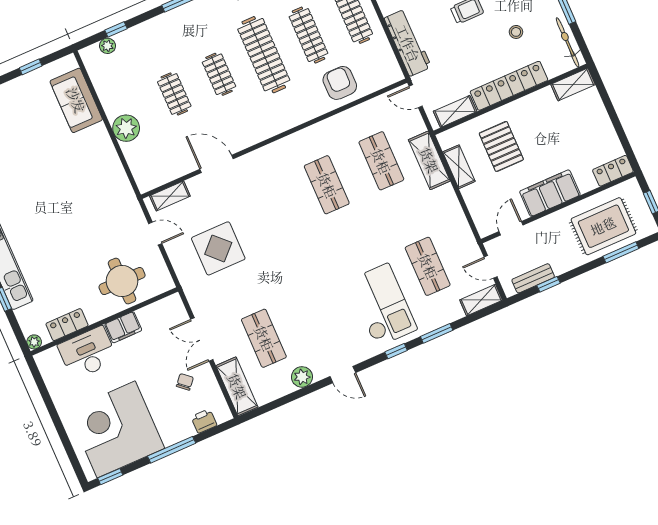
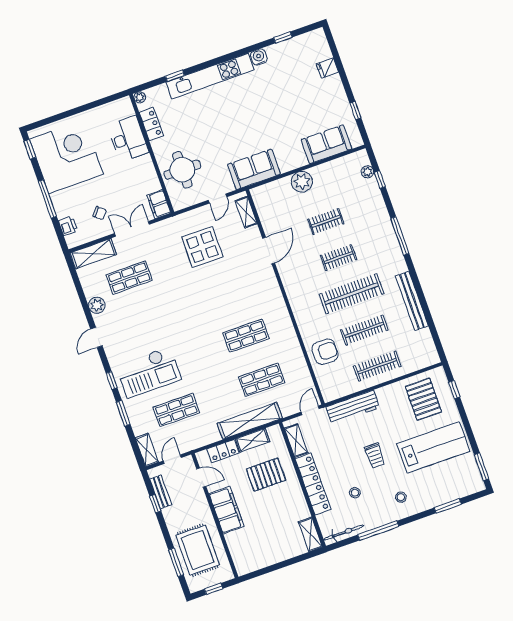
shelving: (429, 160) -> (250, 421), width x1.47
locker: (613, 171) -> (223, 451), moved, turned 90
sofa: (115, 190) -> (254, 169), added
filing cabinet: (123, 327) -> (159, 204), moved

